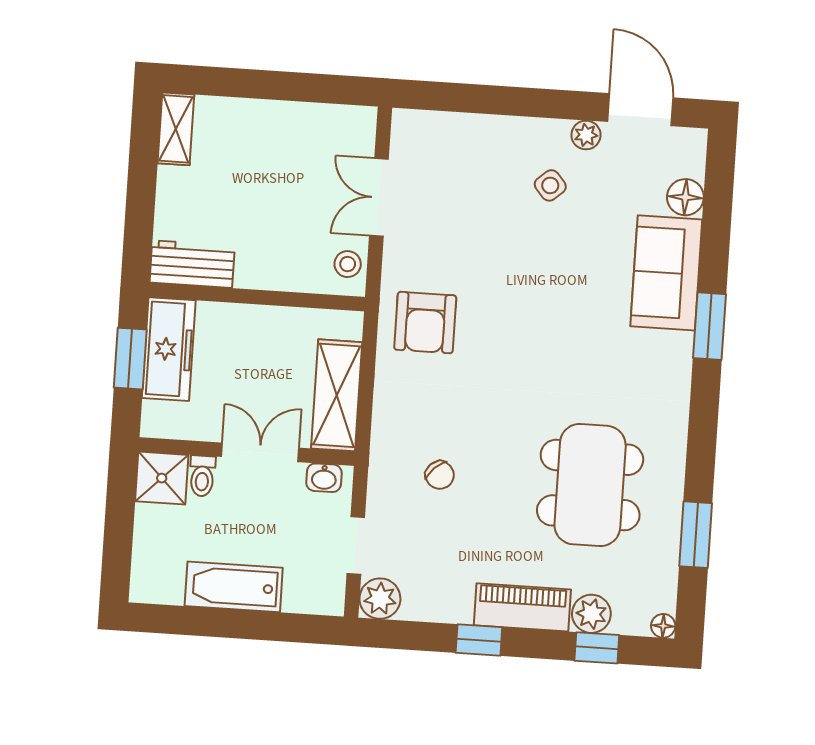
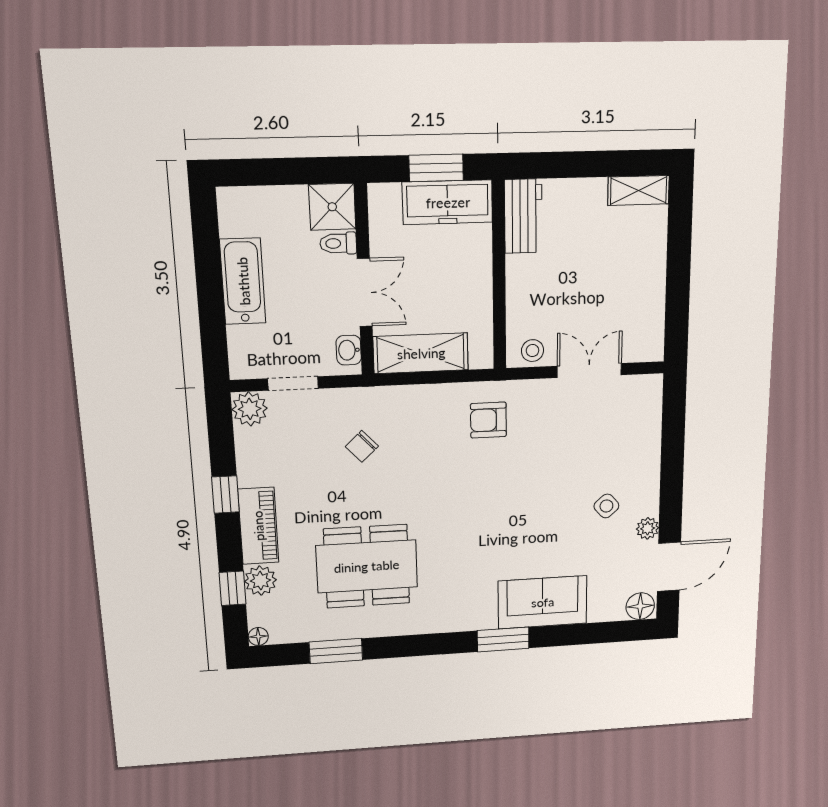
floor lamp: (685, 197) -> (640, 606), moved
armchair: (425, 323) -> (488, 420), width x0.72, depth x0.72

